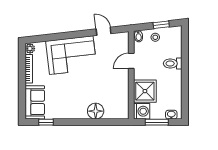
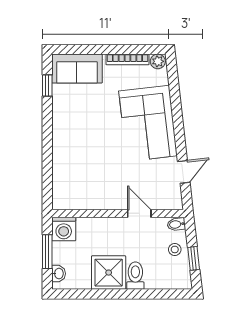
shower: (145, 91) -> (109, 273), moved
floor lamp: (96, 111) -> (64, 160), removed

